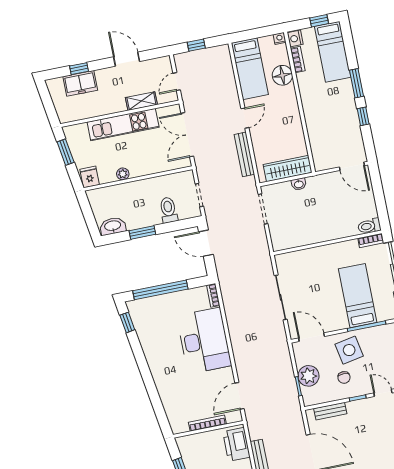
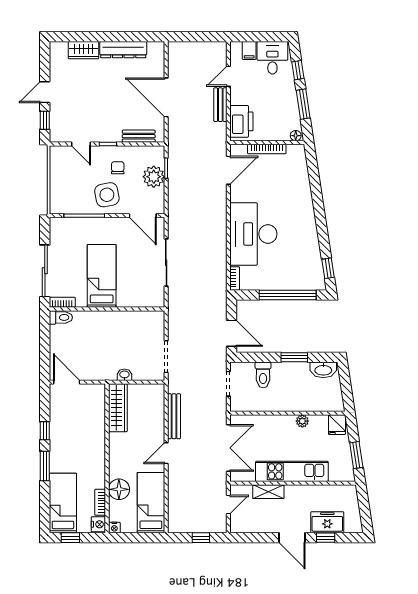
door: (127, 59) -> (292, 538), moved
wardrobe: (288, 168) -> (118, 408), moved, turned -90
bed: (358, 296) -> (102, 276), moved, turned 180
floor lamp: (183, 441) -> (296, 136), added

